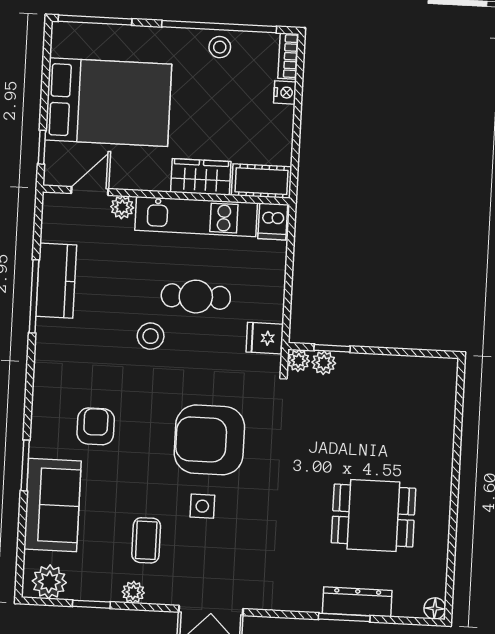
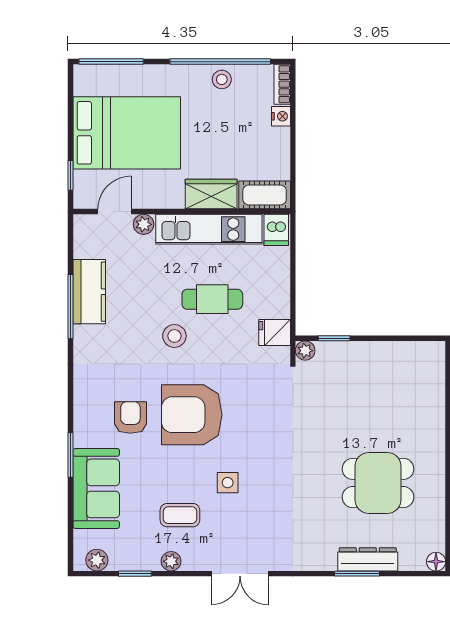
plant: (324, 363) -> (327, 351), removed
armchair: (209, 440) -> (192, 415), moved
coffee table: (146, 540) -> (180, 515), turned 90
plant: (49, 582) -> (97, 560), width x0.73, depth x0.73

